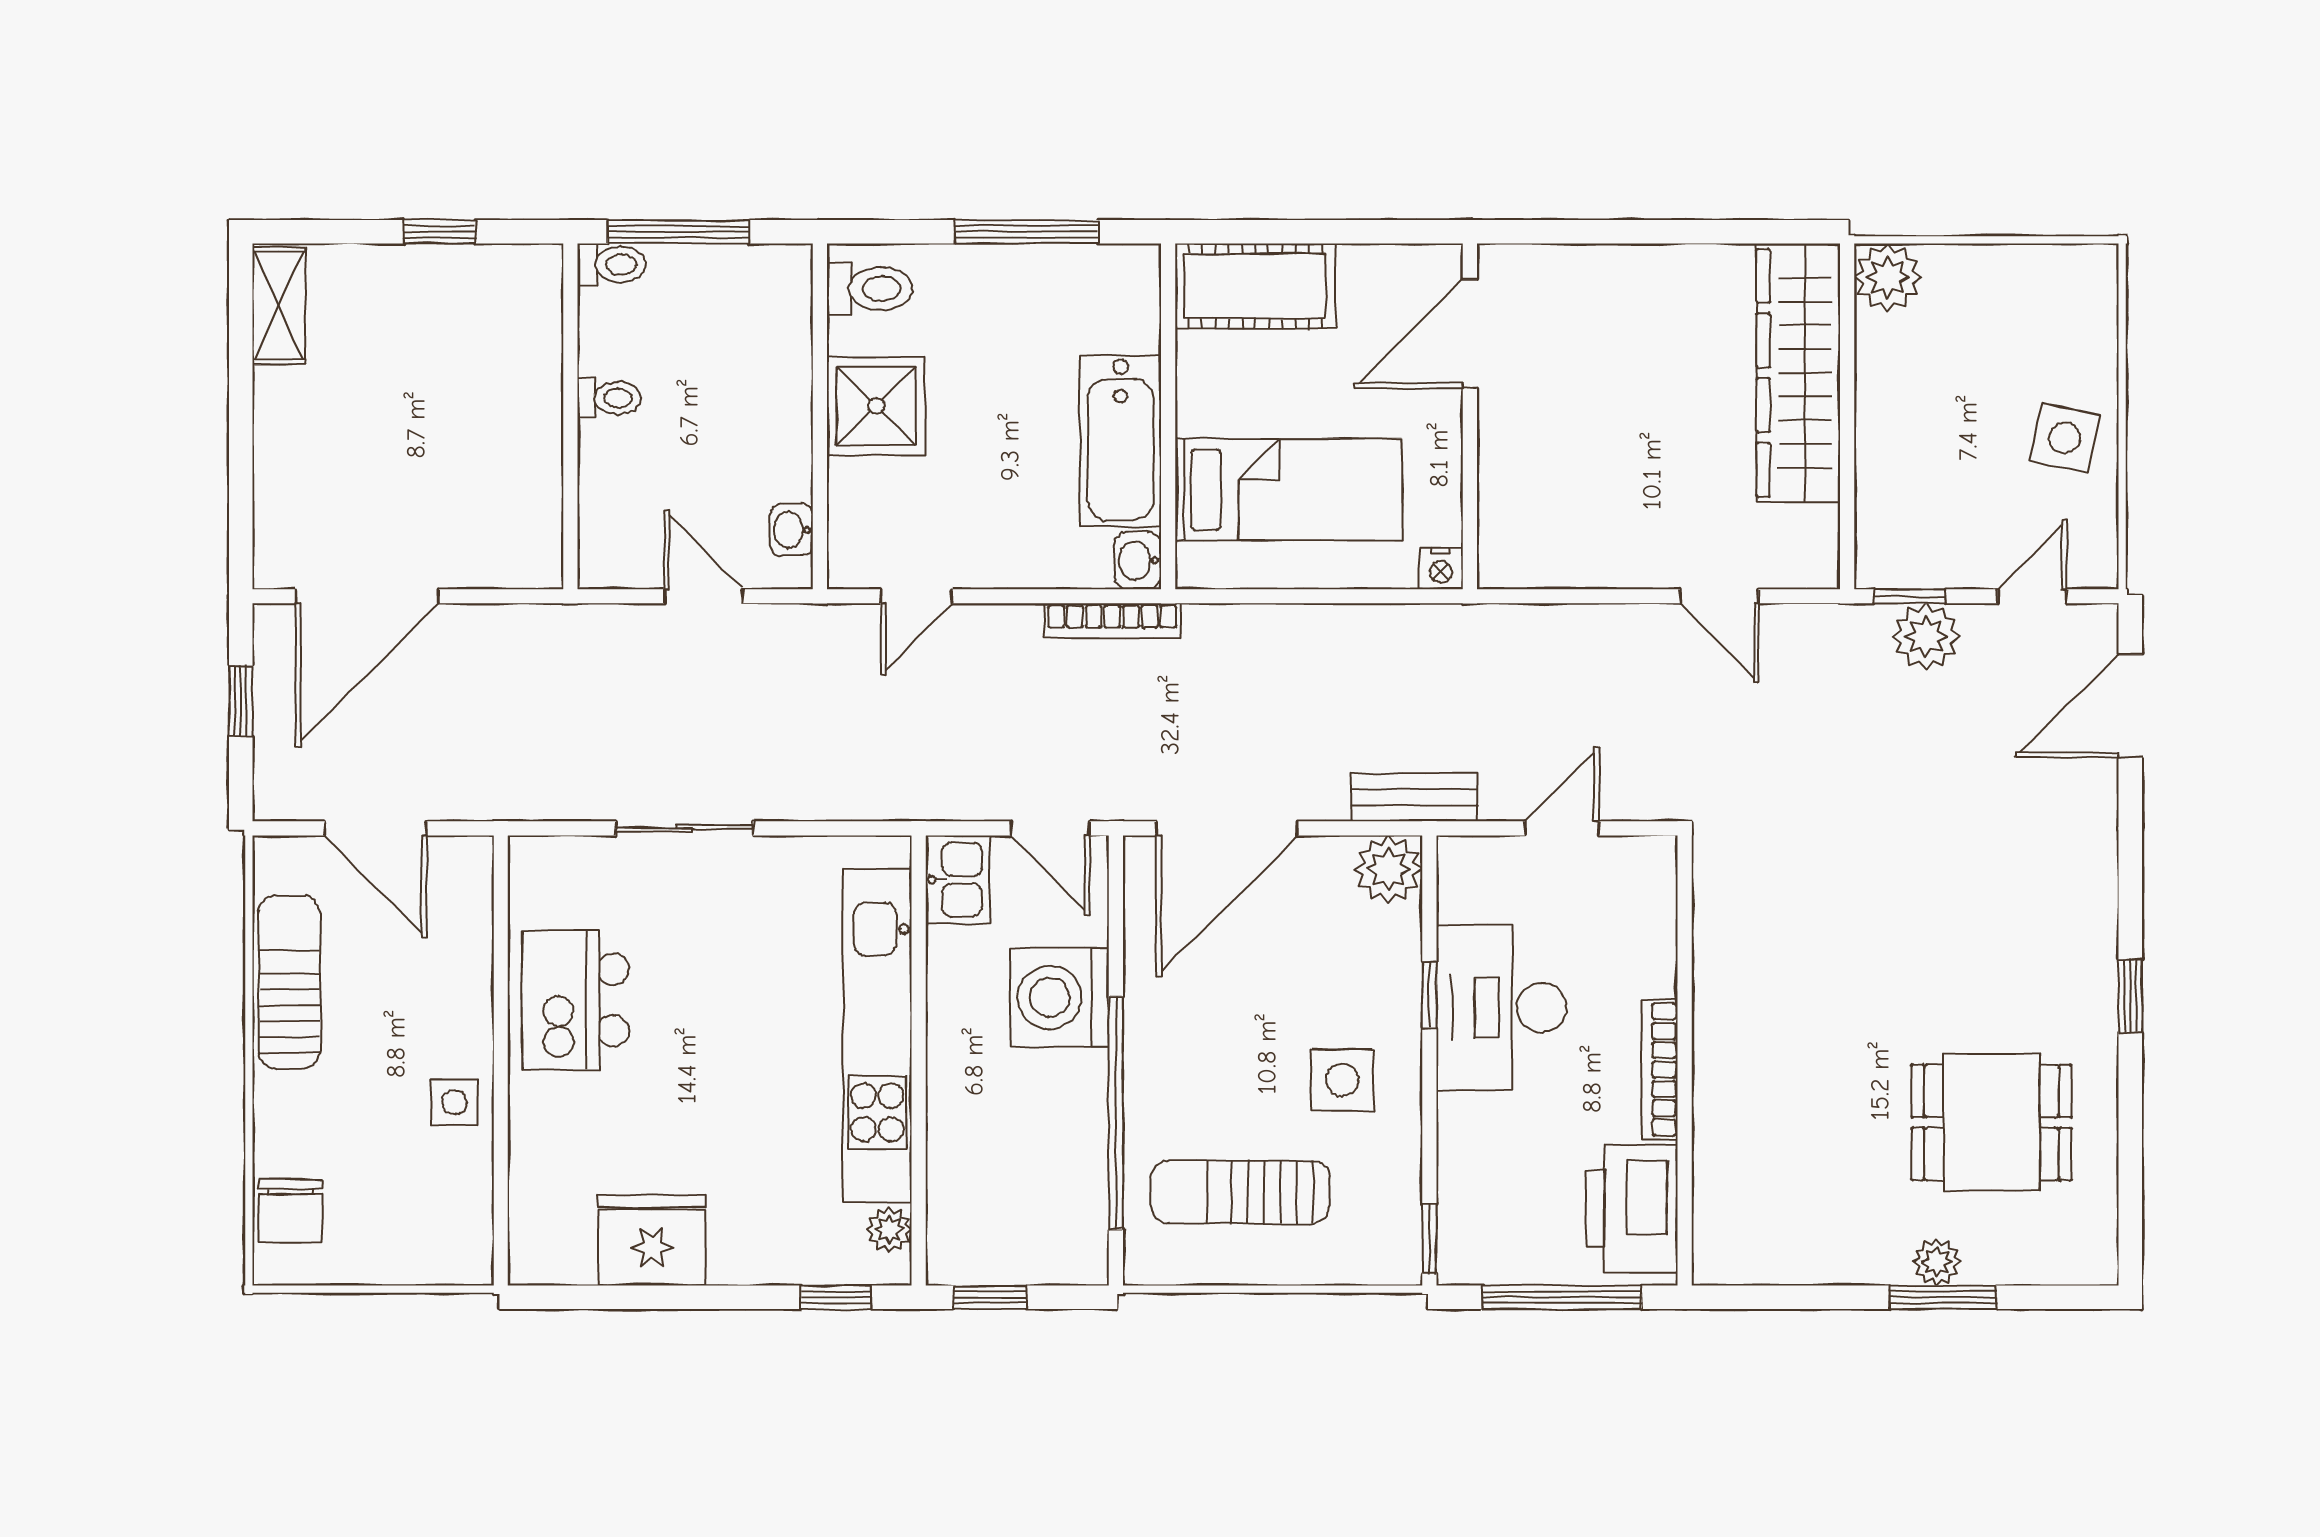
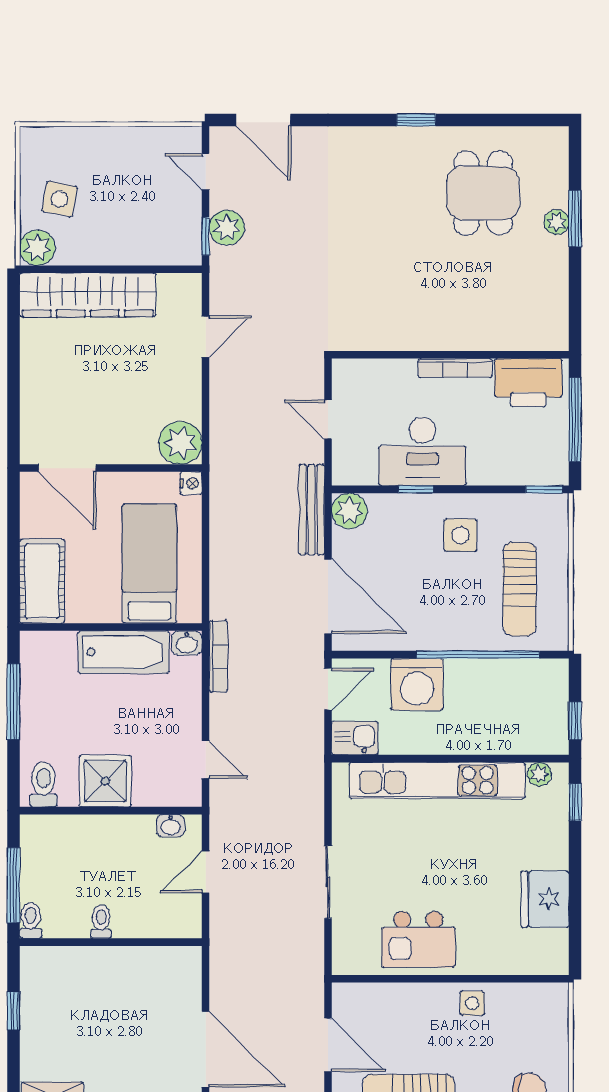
side table: (2065, 438) -> (60, 199), moved
plant: (1518, 548) -> (180, 443), added
bench: (1414, 797) -> (312, 510), width x1.36
door: (376, 828) -> (328, 1045), hinge flipped

